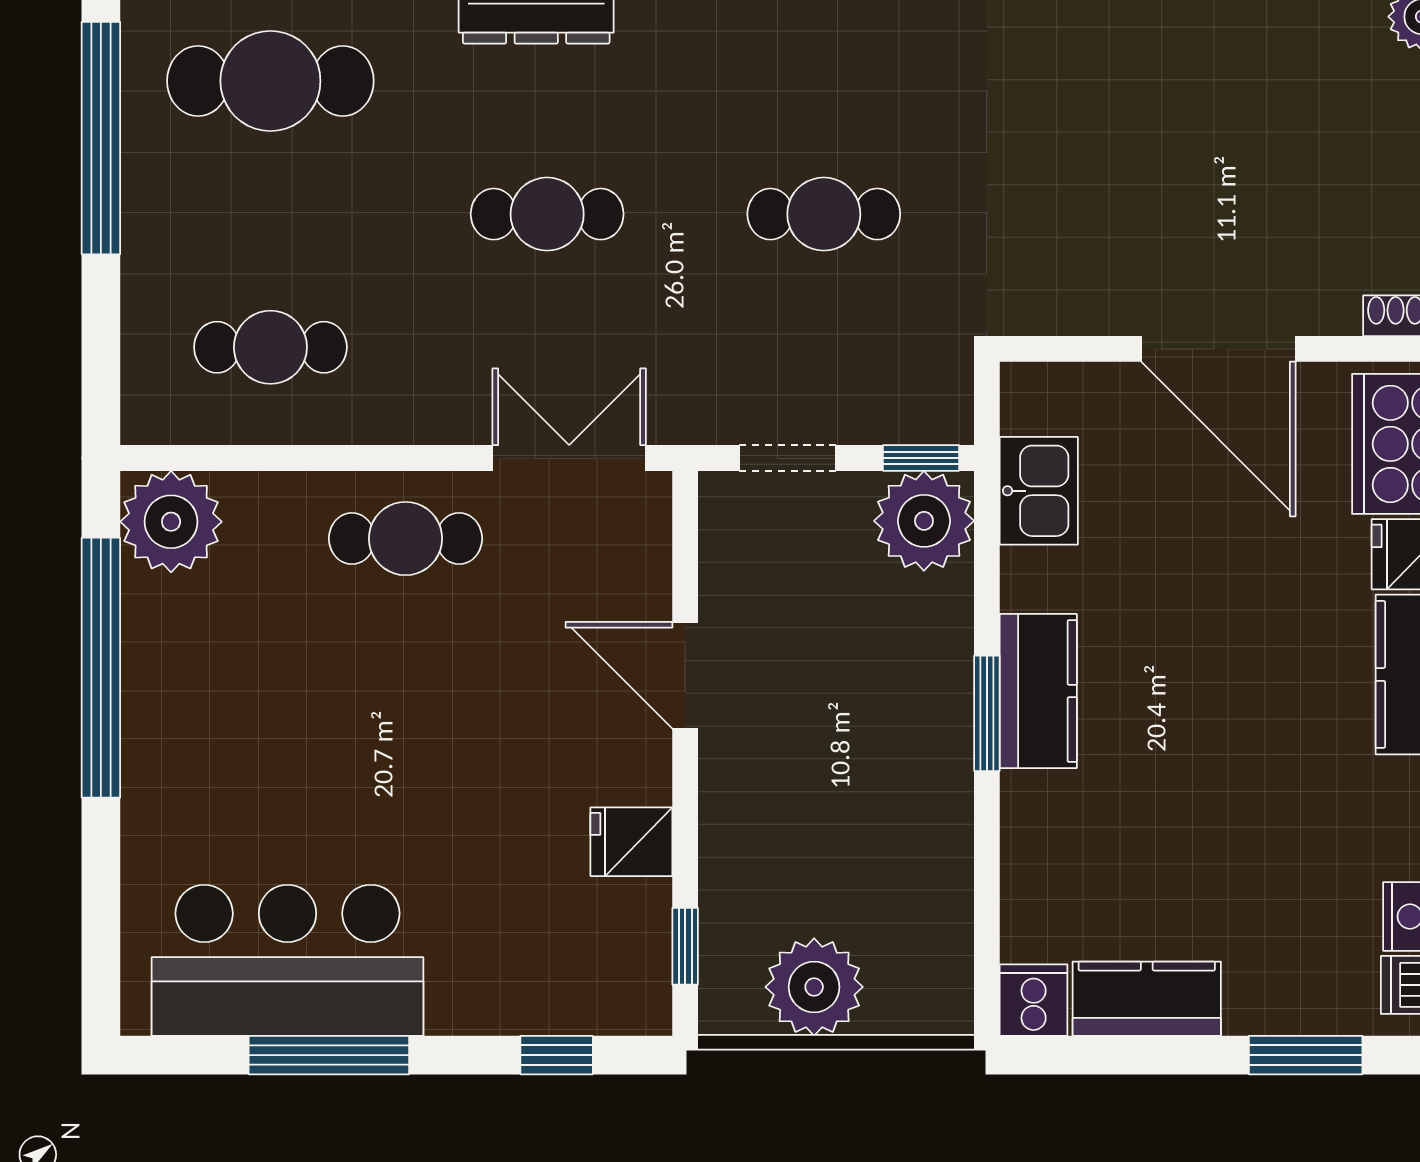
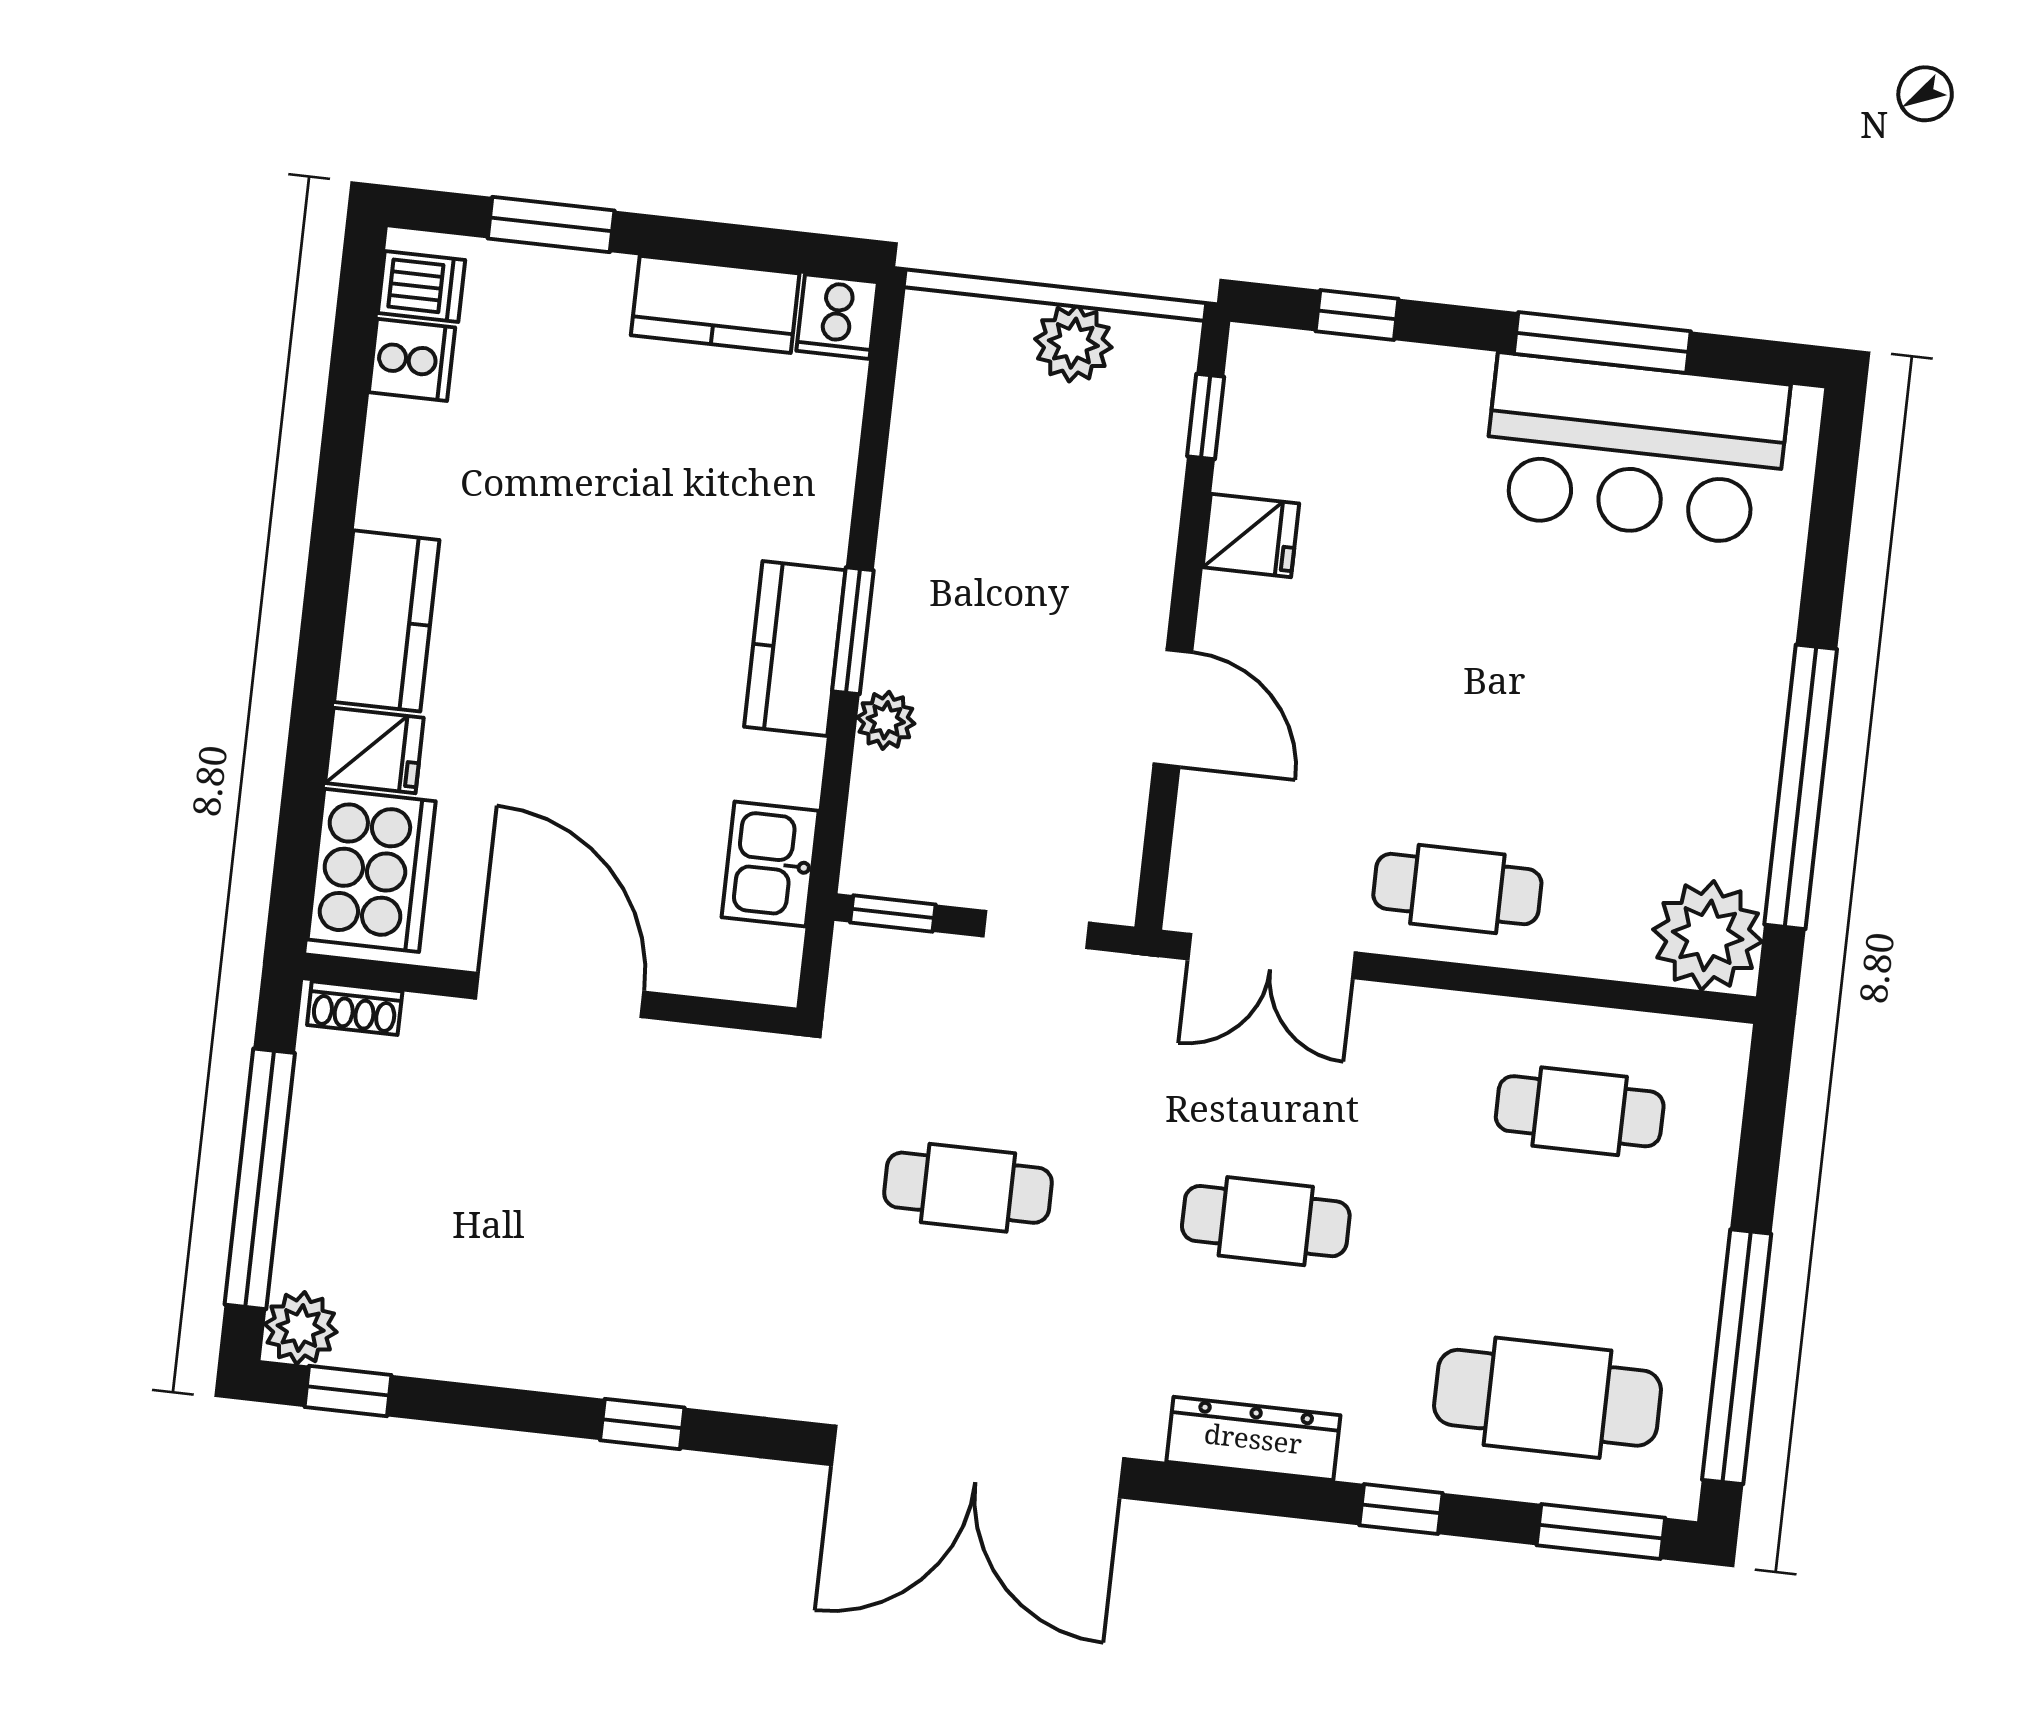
plant: (924, 521) -> (886, 720), moved, width x0.53, depth x0.53
plant: (814, 987) -> (1073, 343), width x0.73, depth x0.73

